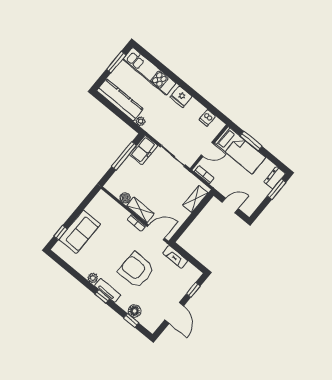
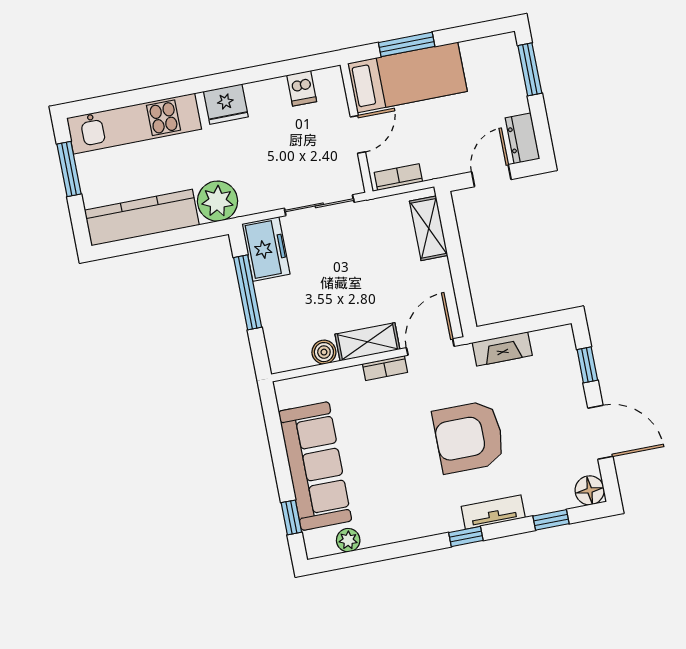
plant: (141, 121) -> (217, 201), width x1.88, depth x1.88
dresser: (275, 178) -> (523, 138), moved
sofa: (80, 232) -> (315, 466), width x1.36
plant: (93, 278) -> (348, 540), moved
tv unit: (108, 290) -> (493, 512), moved
floor lamp: (135, 311) -> (590, 490), moved

